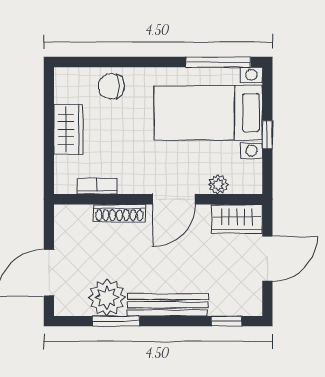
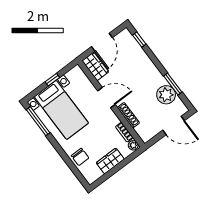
plant: (218, 185) -> (133, 145), moved
door: (267, 259) -> (102, 42), swing flipped
bench: (168, 305) -> (151, 68), removed

